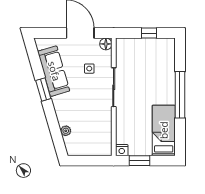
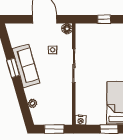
sofa: (54, 71) -> (26, 66), moved
window: (91, 161) -> (54, 129), added
window: (140, 161) -> (109, 129), moved

